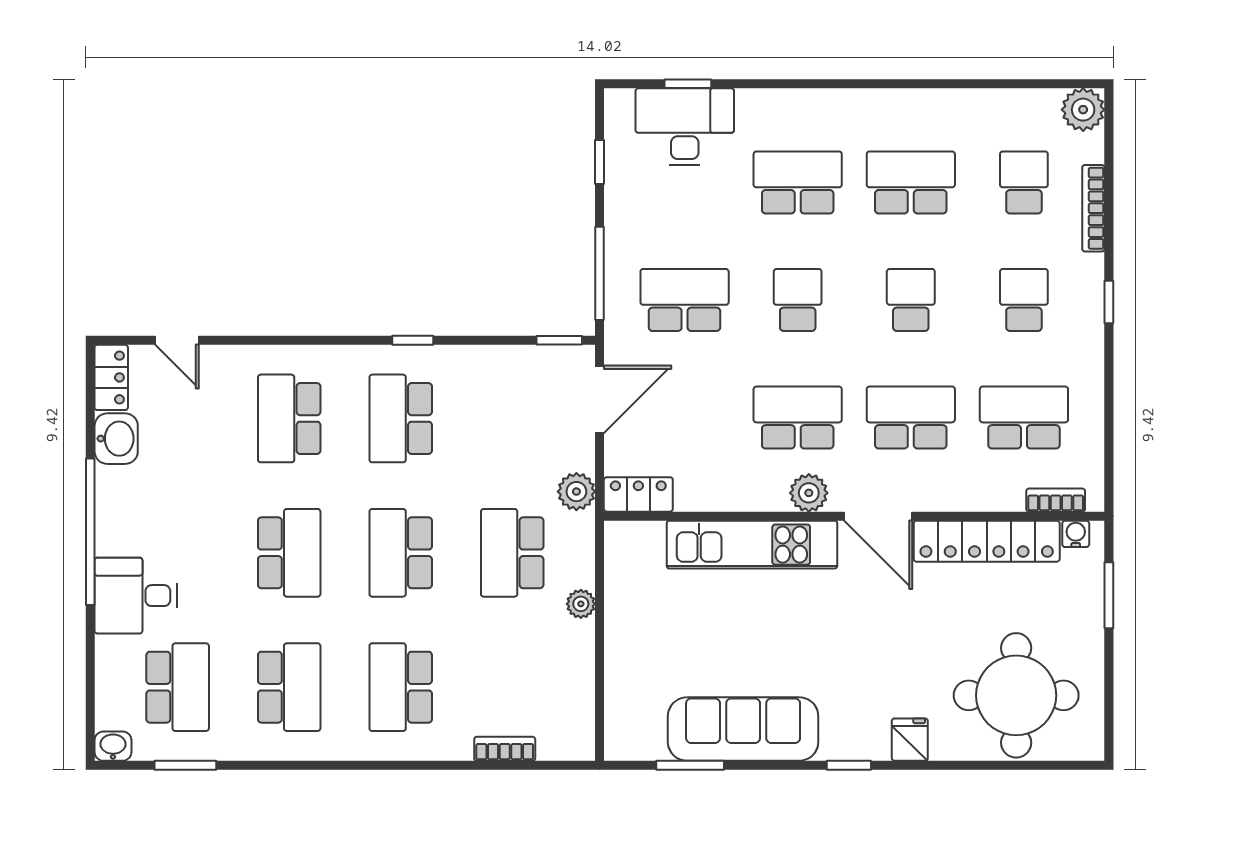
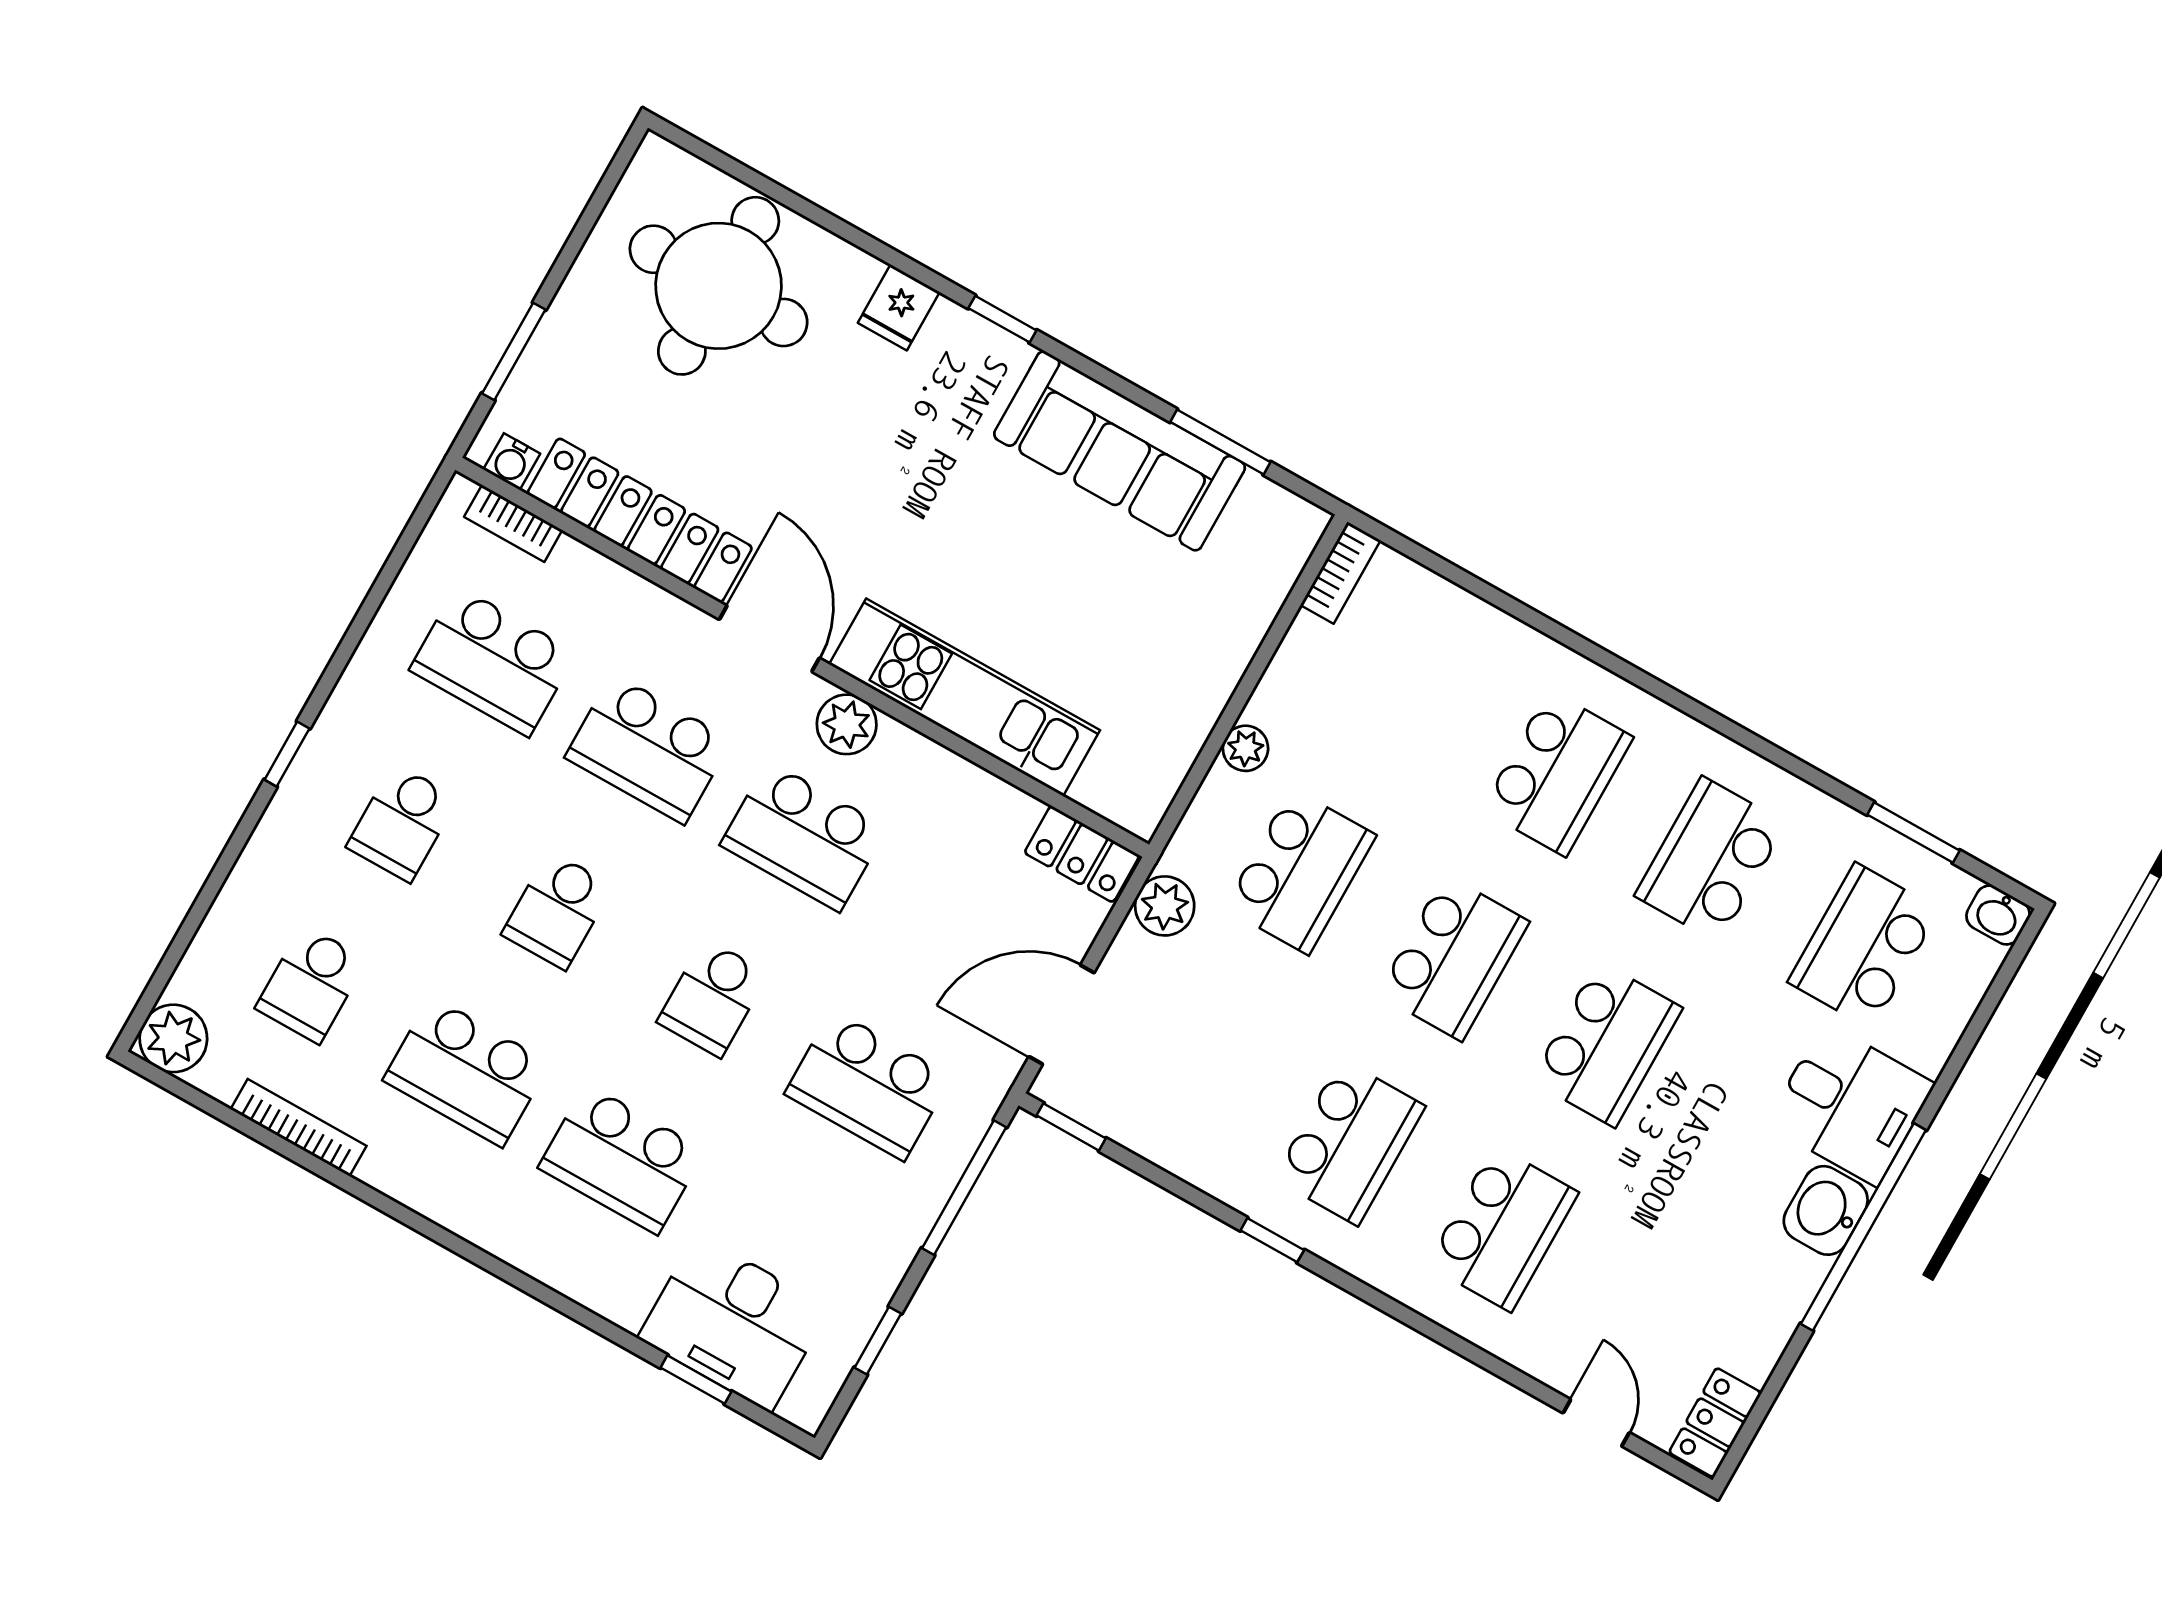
bookcase: (1093, 208) -> (299, 1128), moved, turned -90
washbasin: (116, 439) -> (1826, 1210), moved
school desk: (289, 553) -> (1607, 1044), turned 180
bookcase: (505, 749) -> (1341, 573), moved, turned -90

